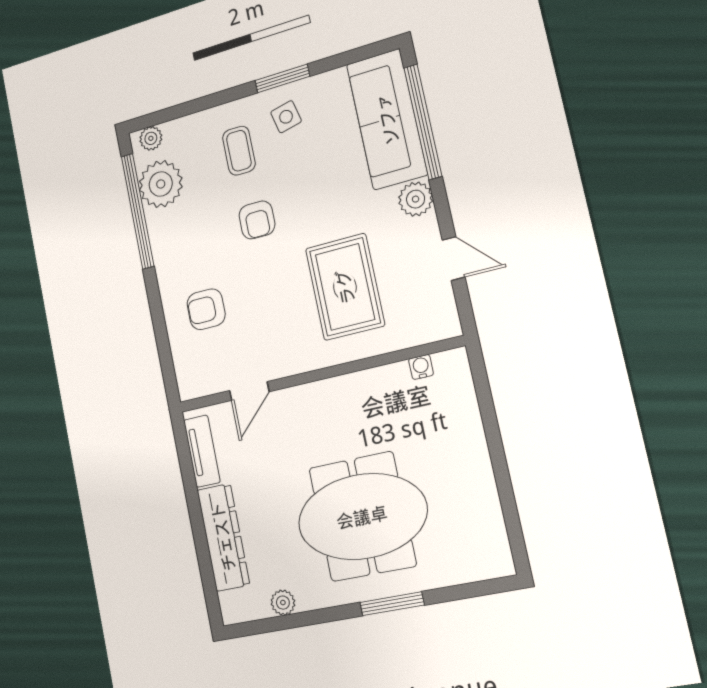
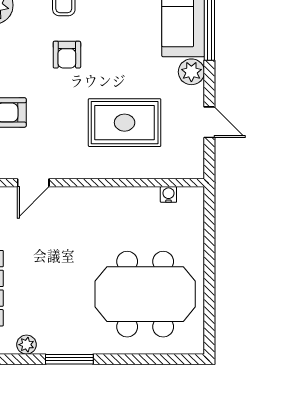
rug: (345, 287) -> (125, 123), turned 90
meeting table: (362, 517) -> (145, 294), moved
window: (392, 604) -> (69, 359), moved

